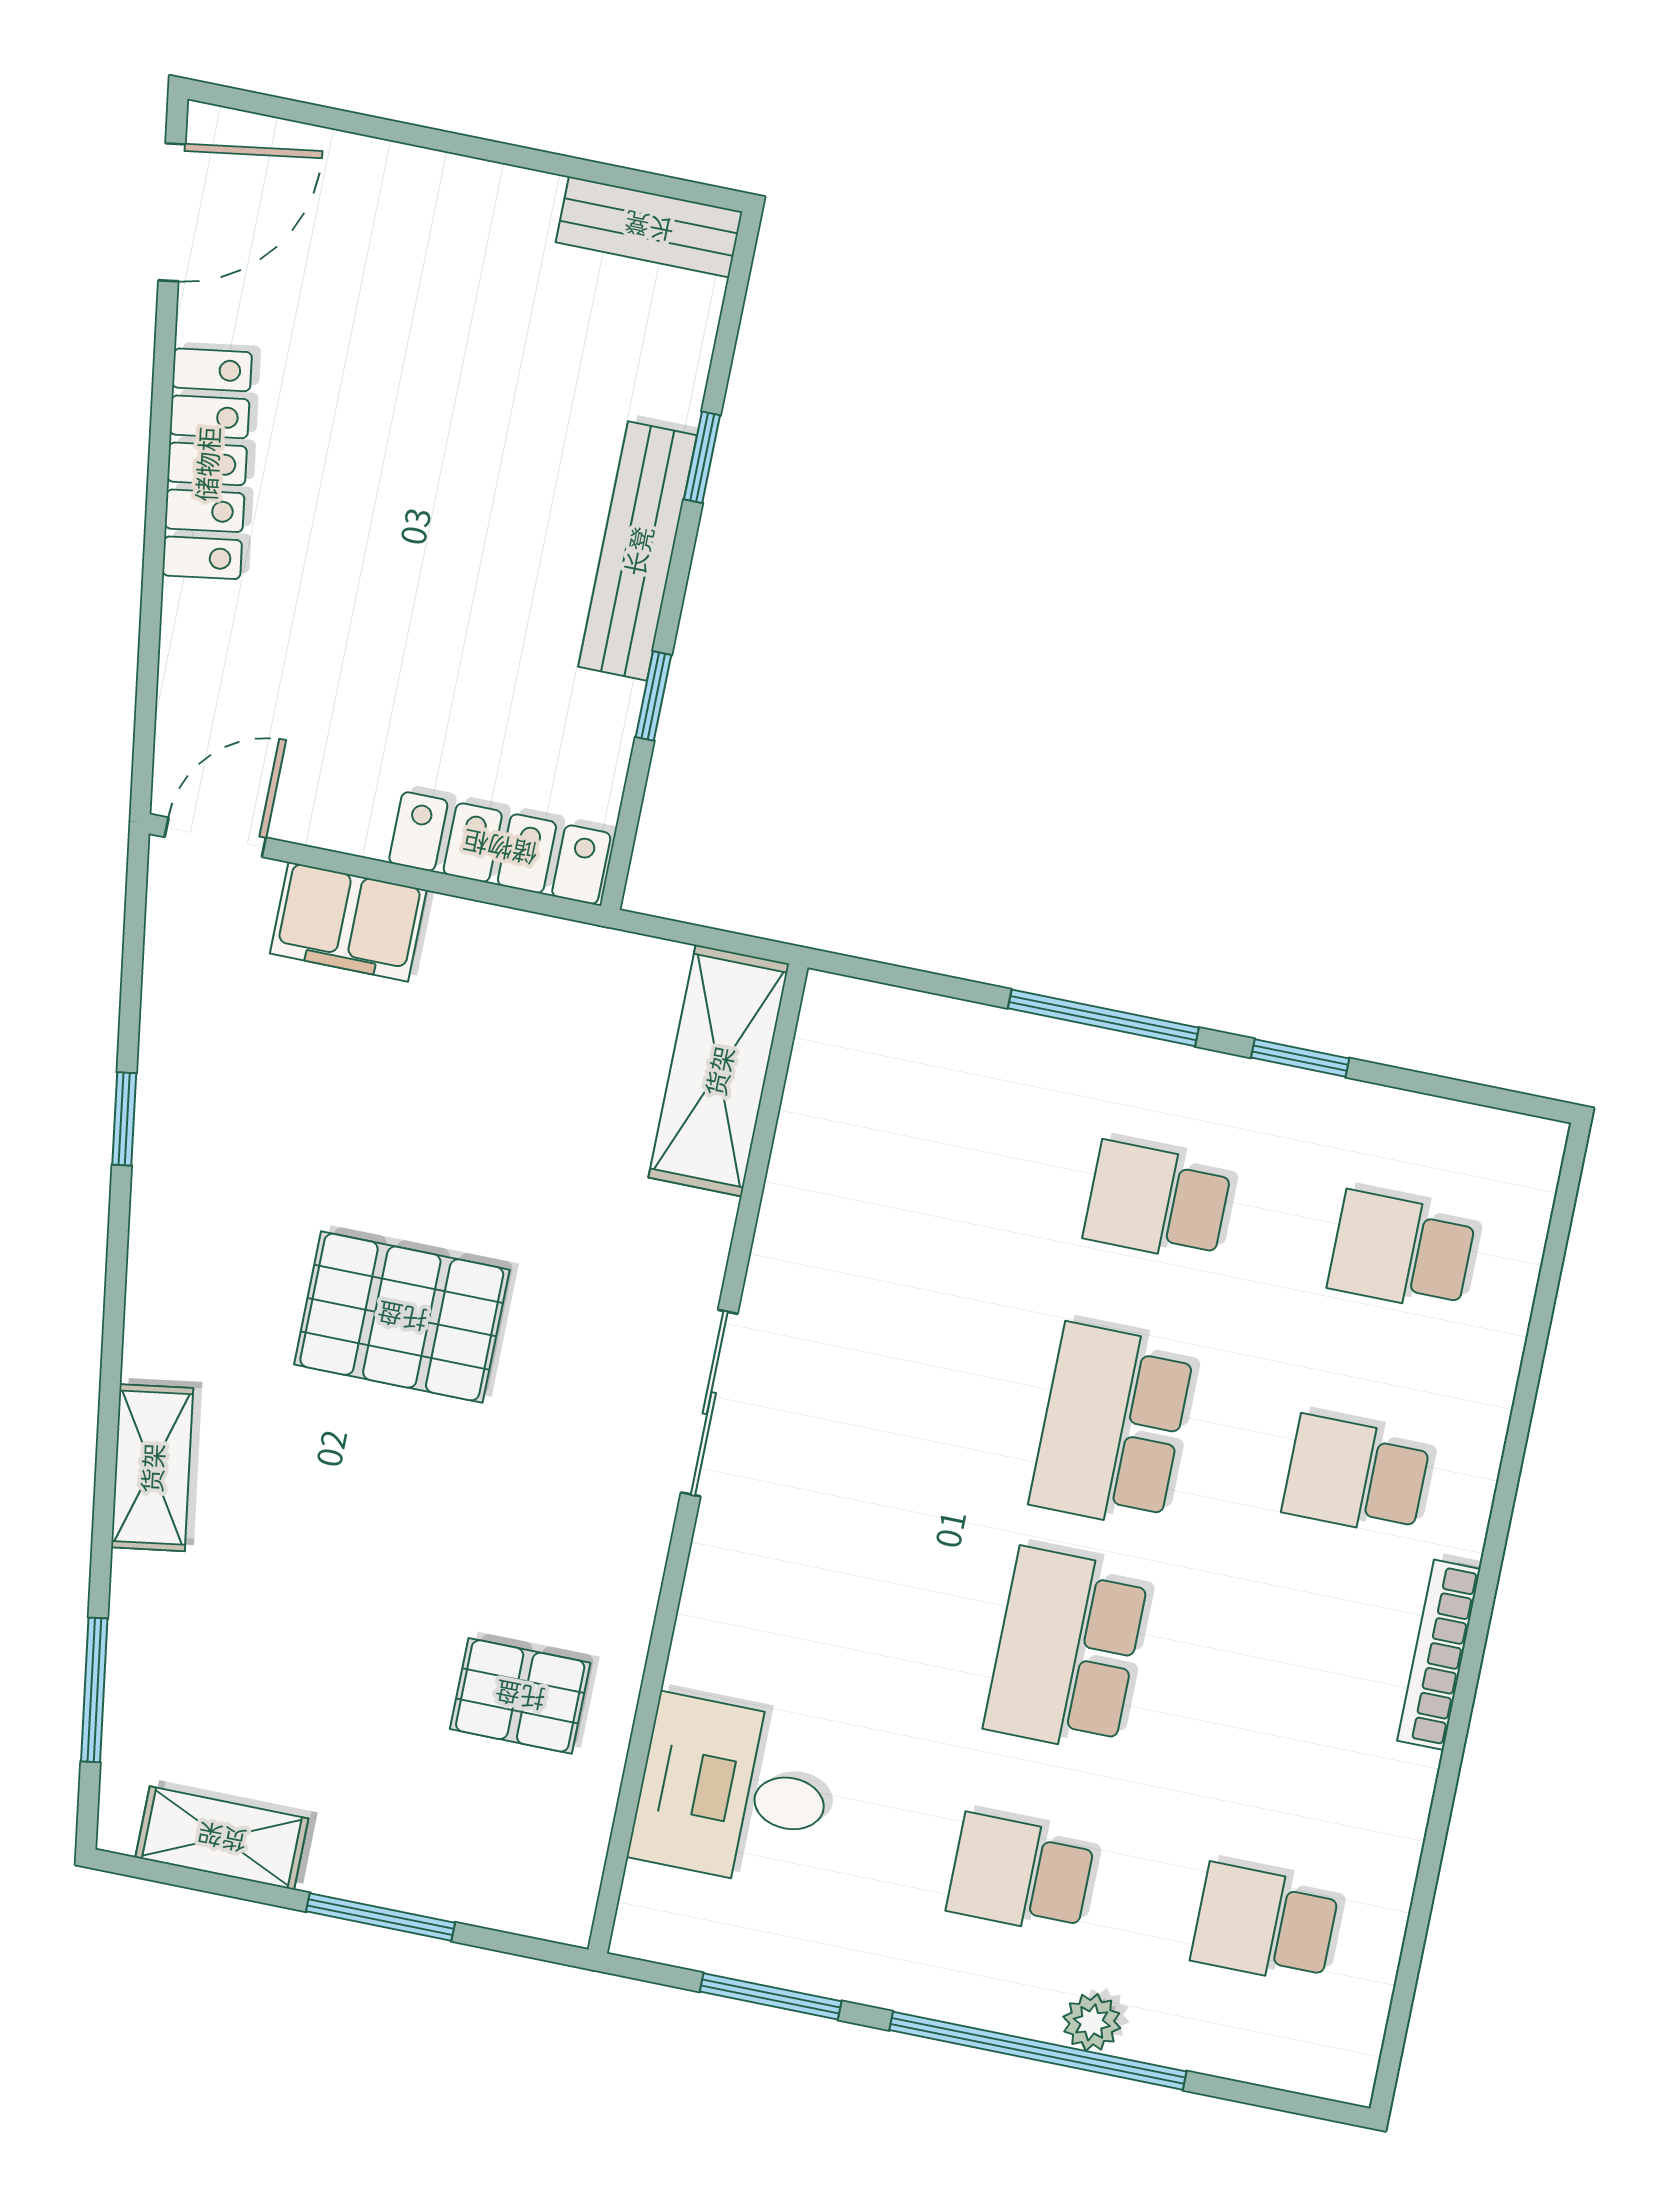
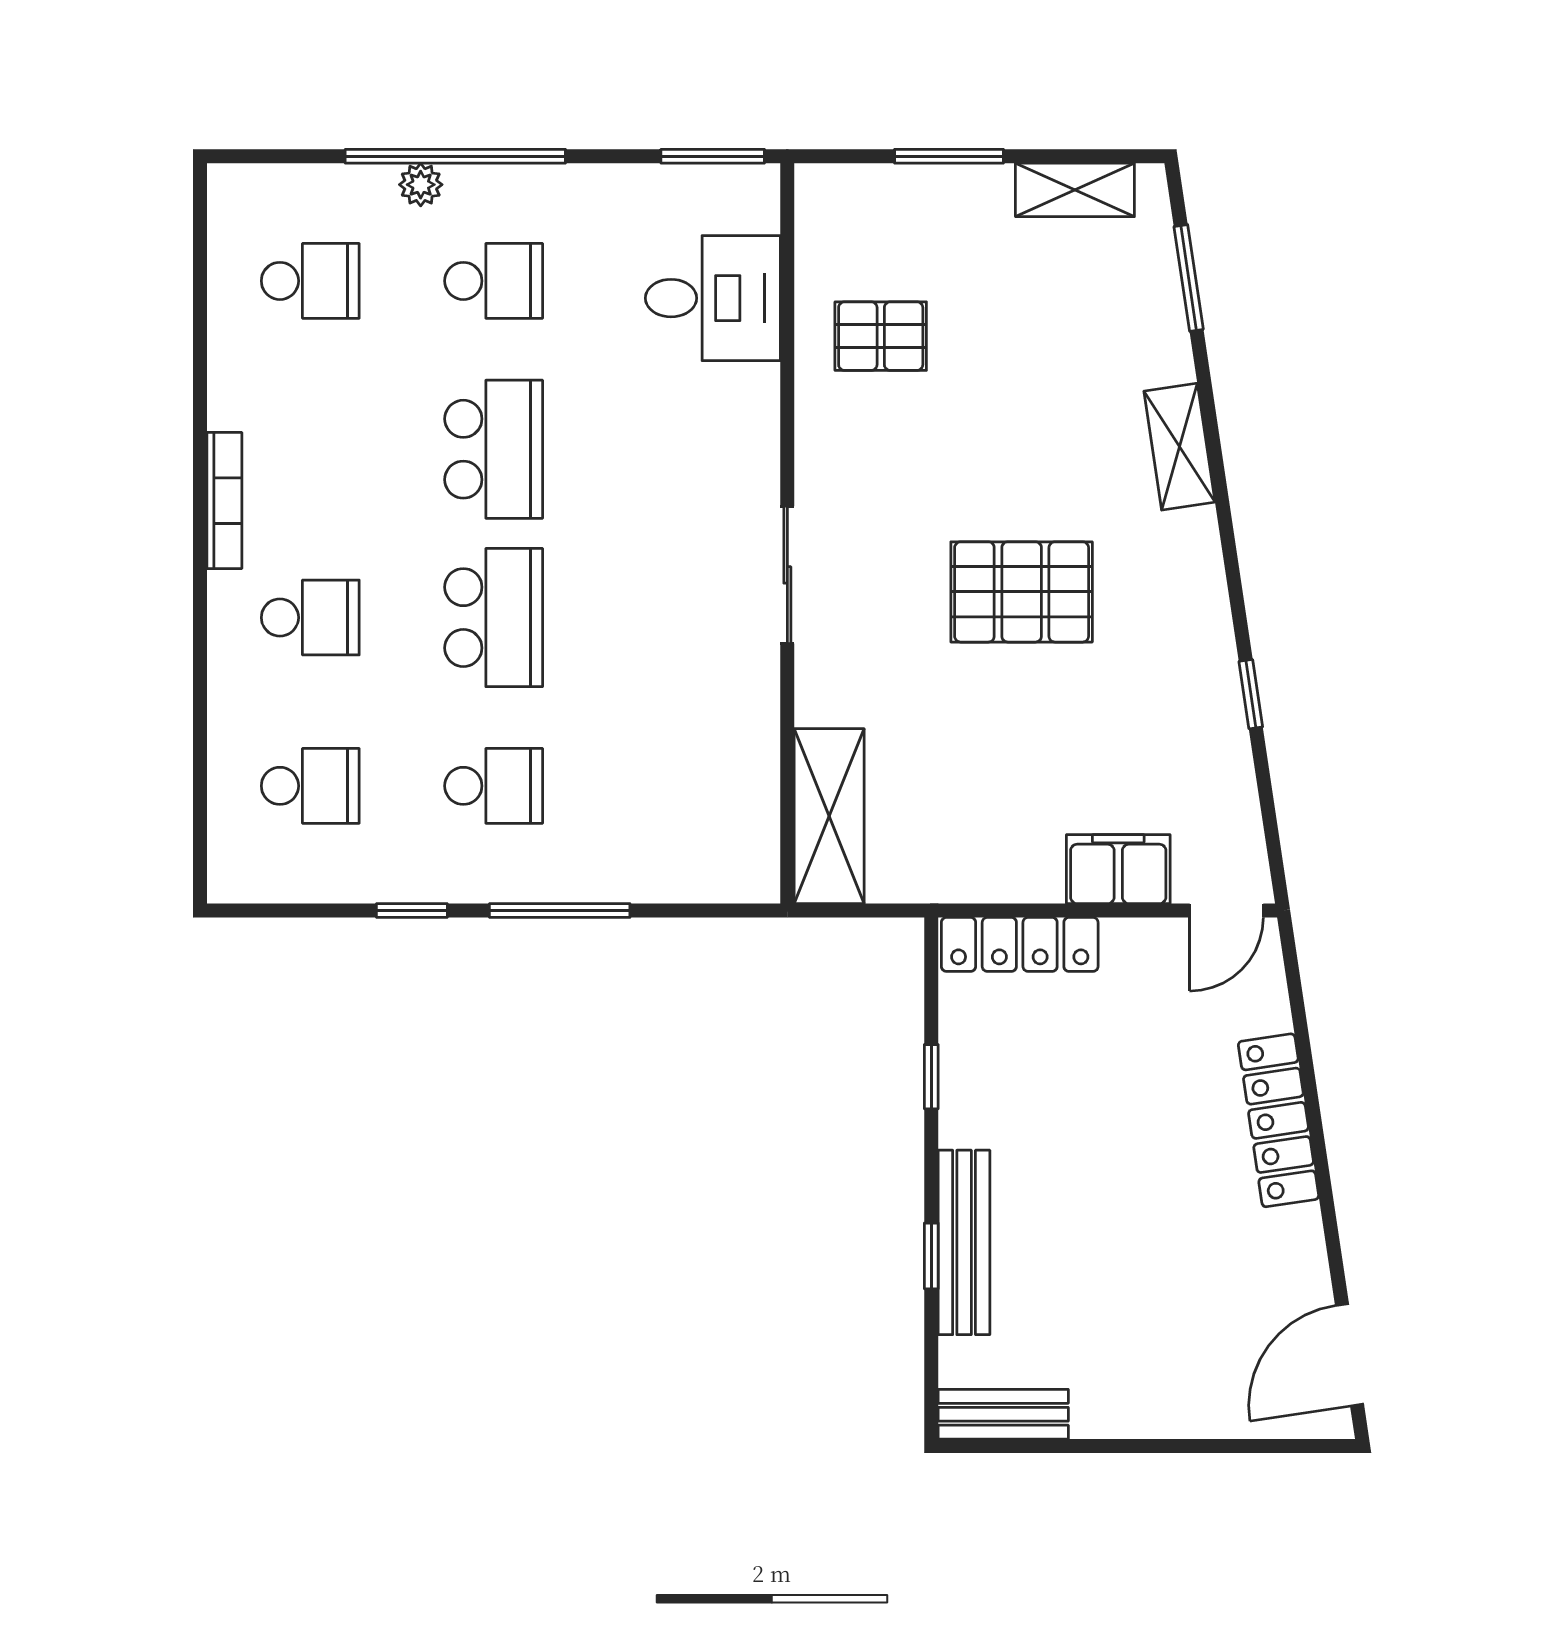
locker: (207, 464) -> (1278, 1120), moved
bench: (638, 551) -> (964, 1242), moved
window: (771, 1996) -> (713, 156), moved

